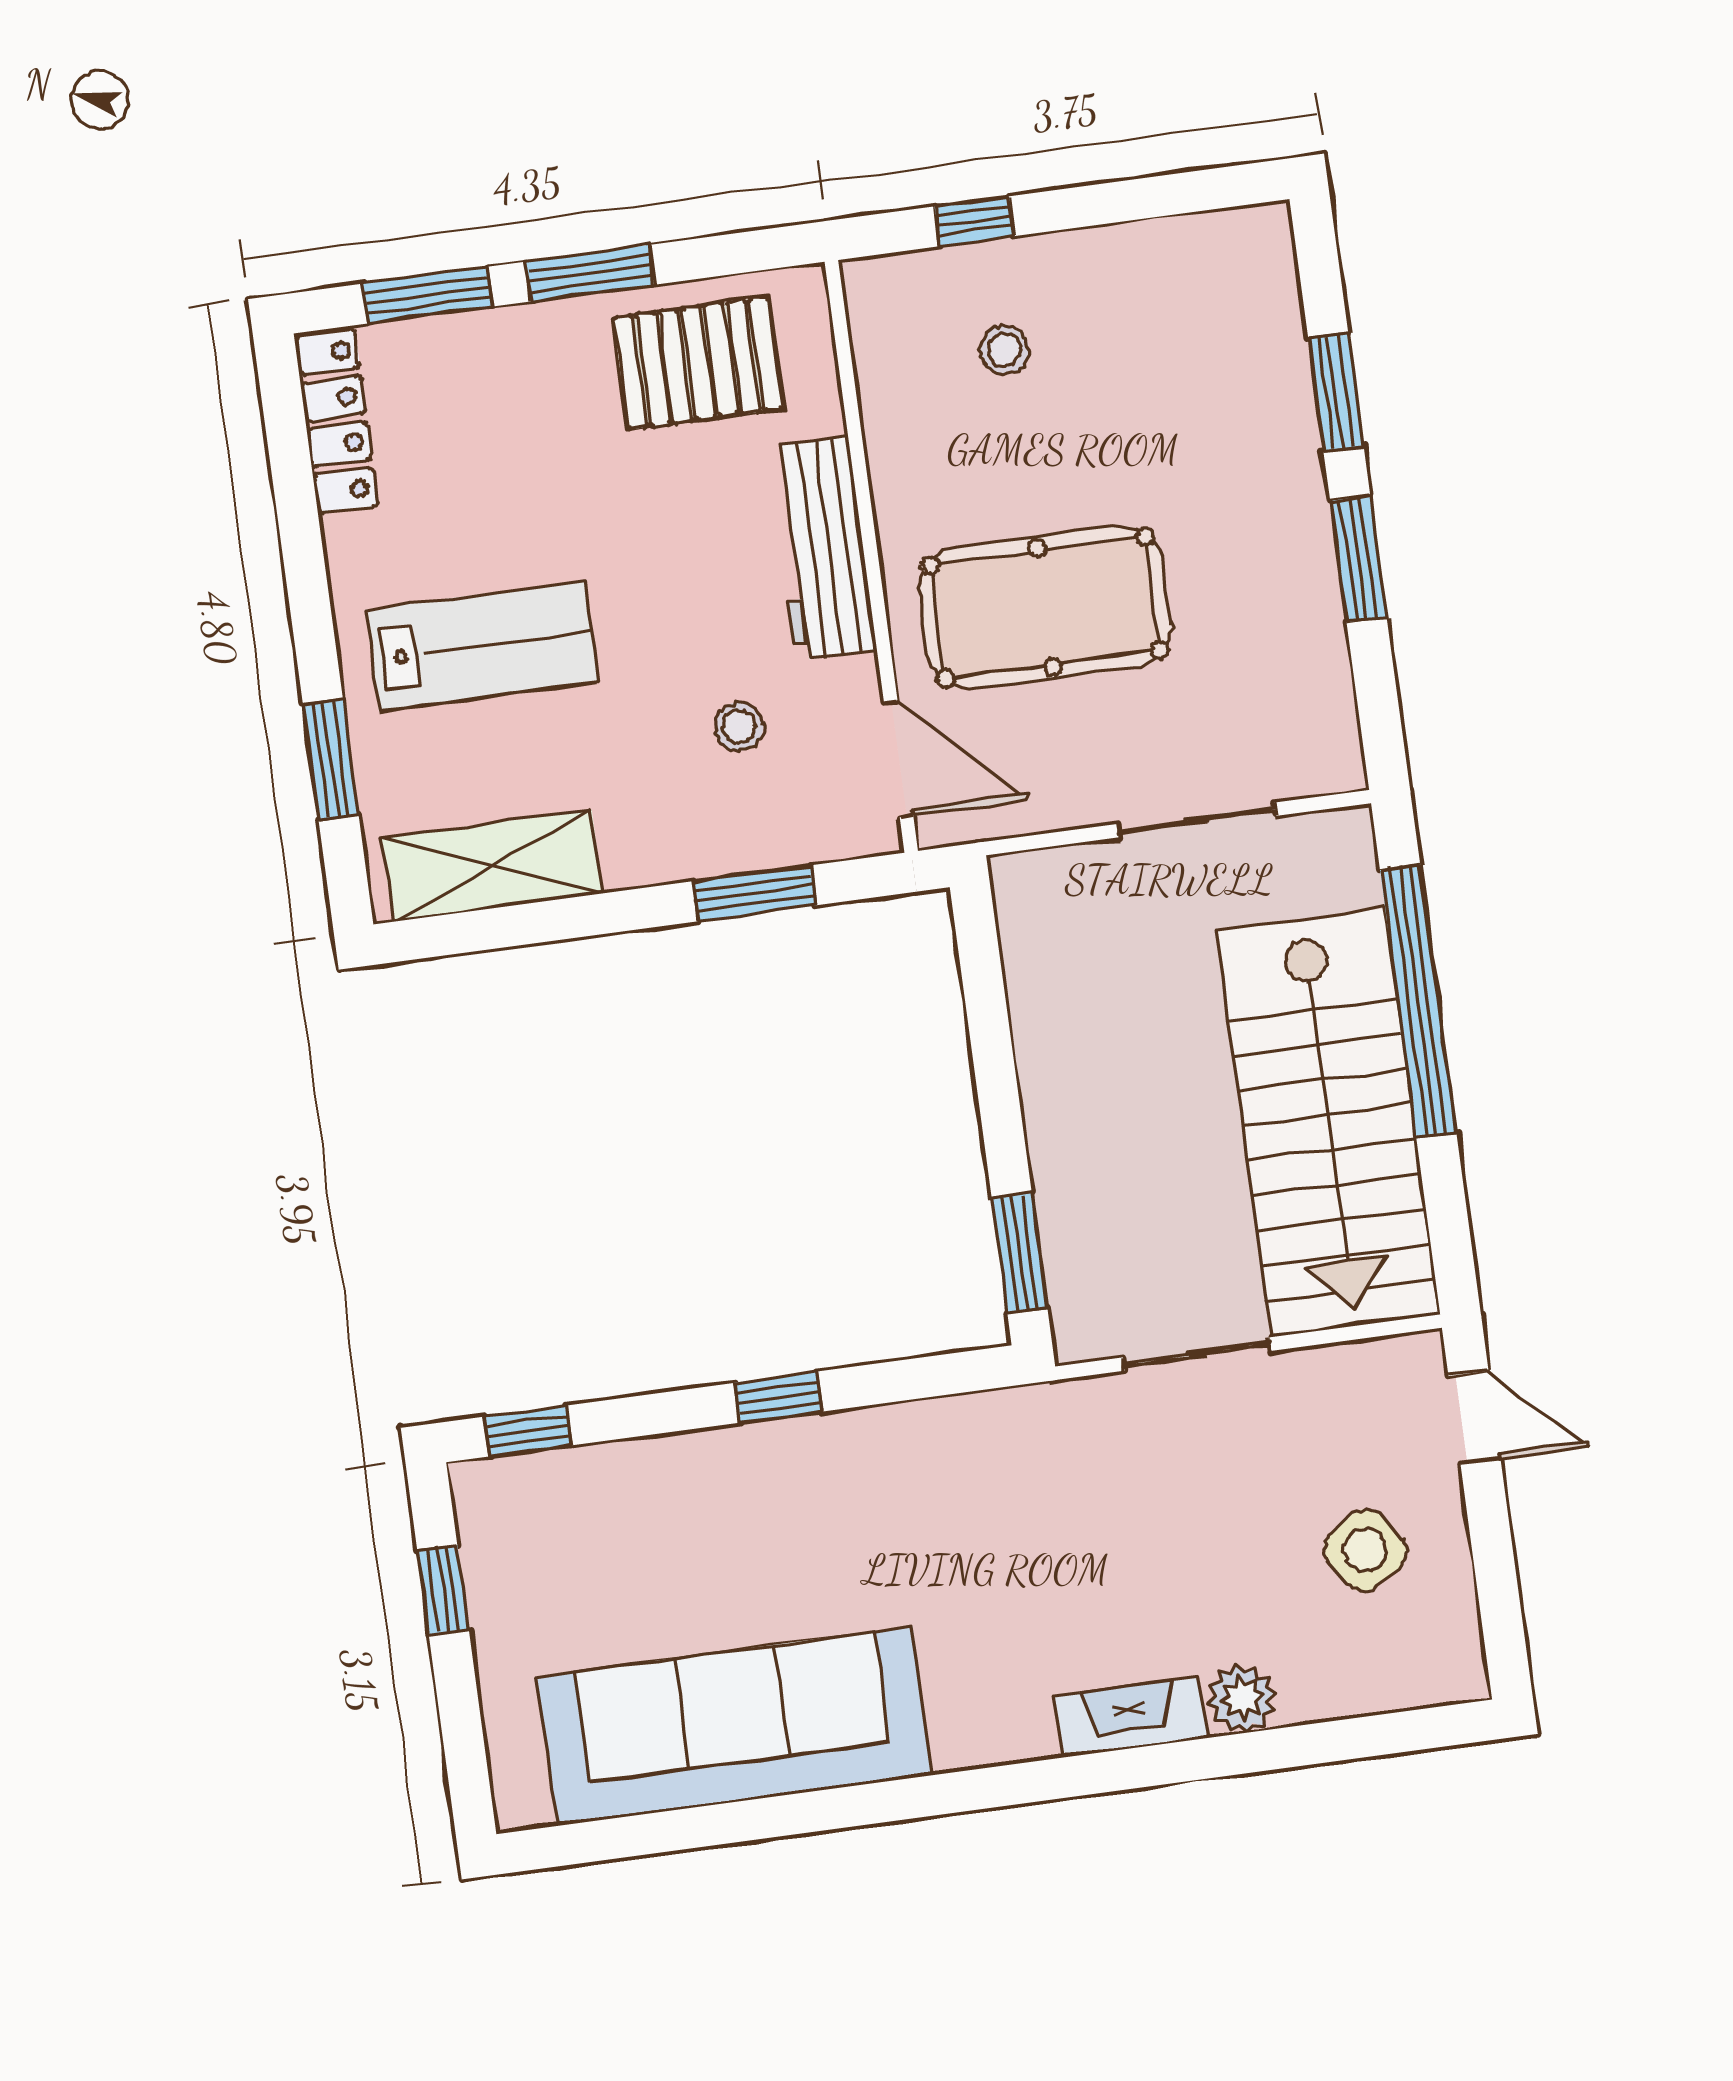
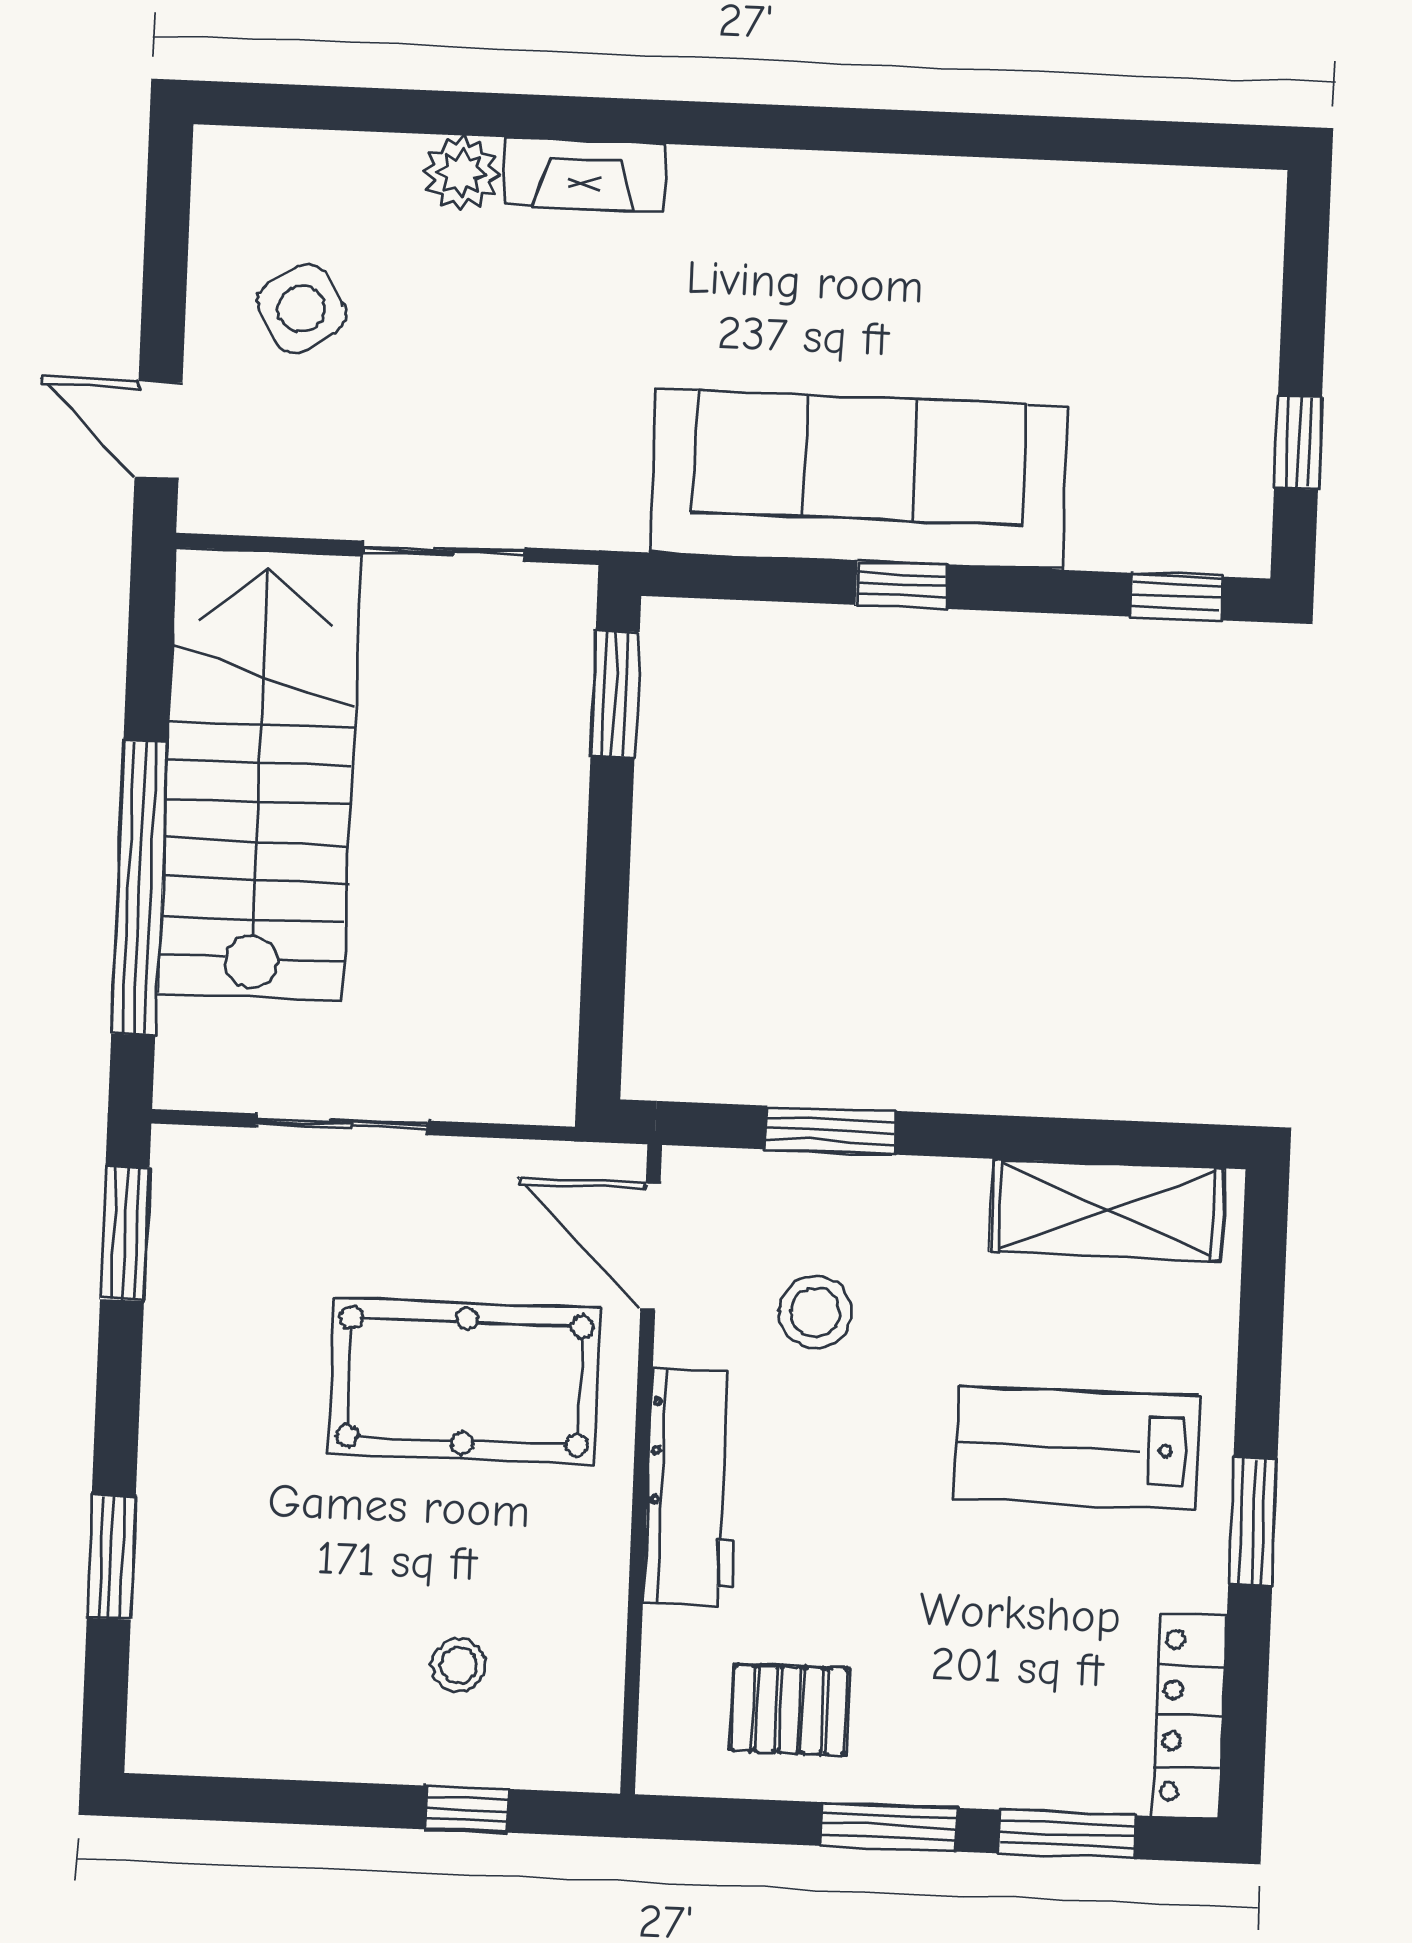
pallet: (698, 363) -> (790, 1710), width x0.67, depth x0.71
window: (1358, 559) -> (125, 1233), moved
stool: (739, 726) -> (815, 1312), width x1.37, depth x1.37
window: (331, 760) -> (1253, 1521), moved
sofa: (735, 1726) -> (859, 479), moved, turned 180

